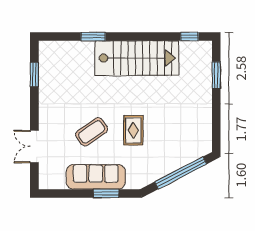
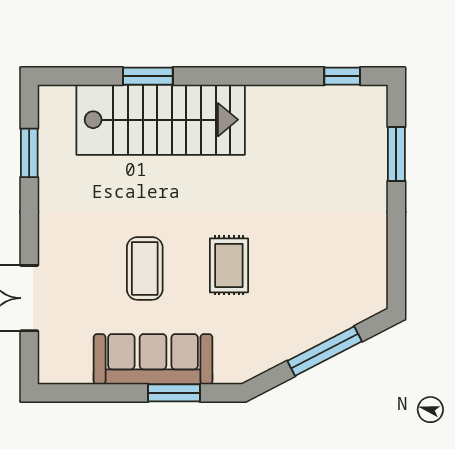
stairs: (137, 58) -> (161, 120), moved
coffee table: (92, 132) -> (145, 268), turned -55
window: (181, 173) -> (325, 351), width x0.68

